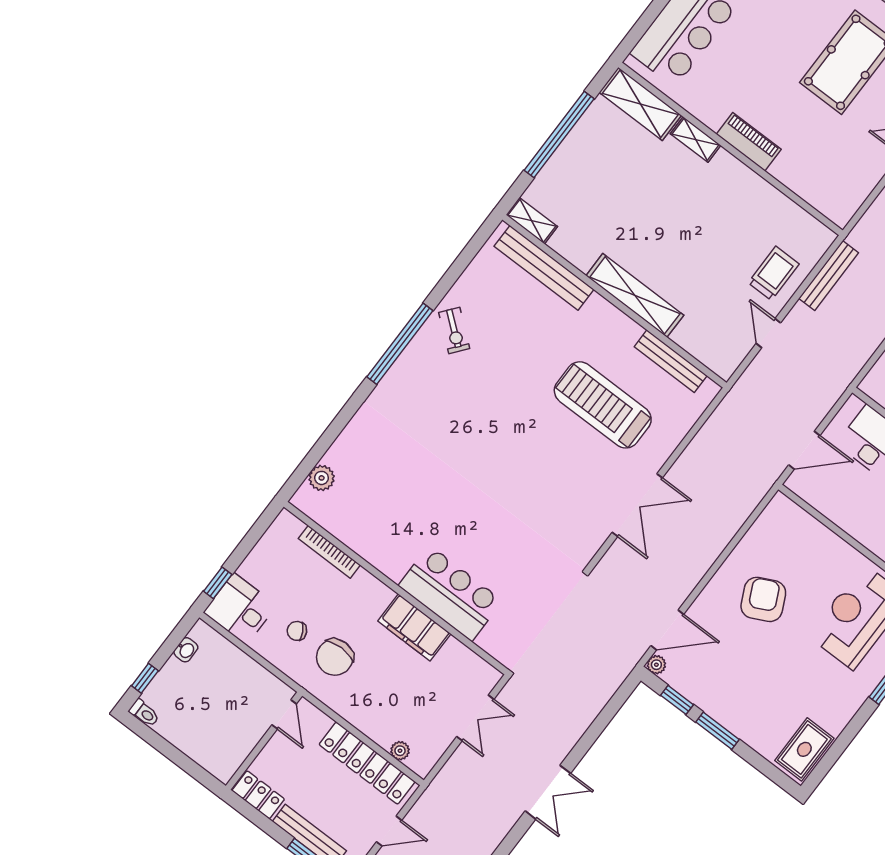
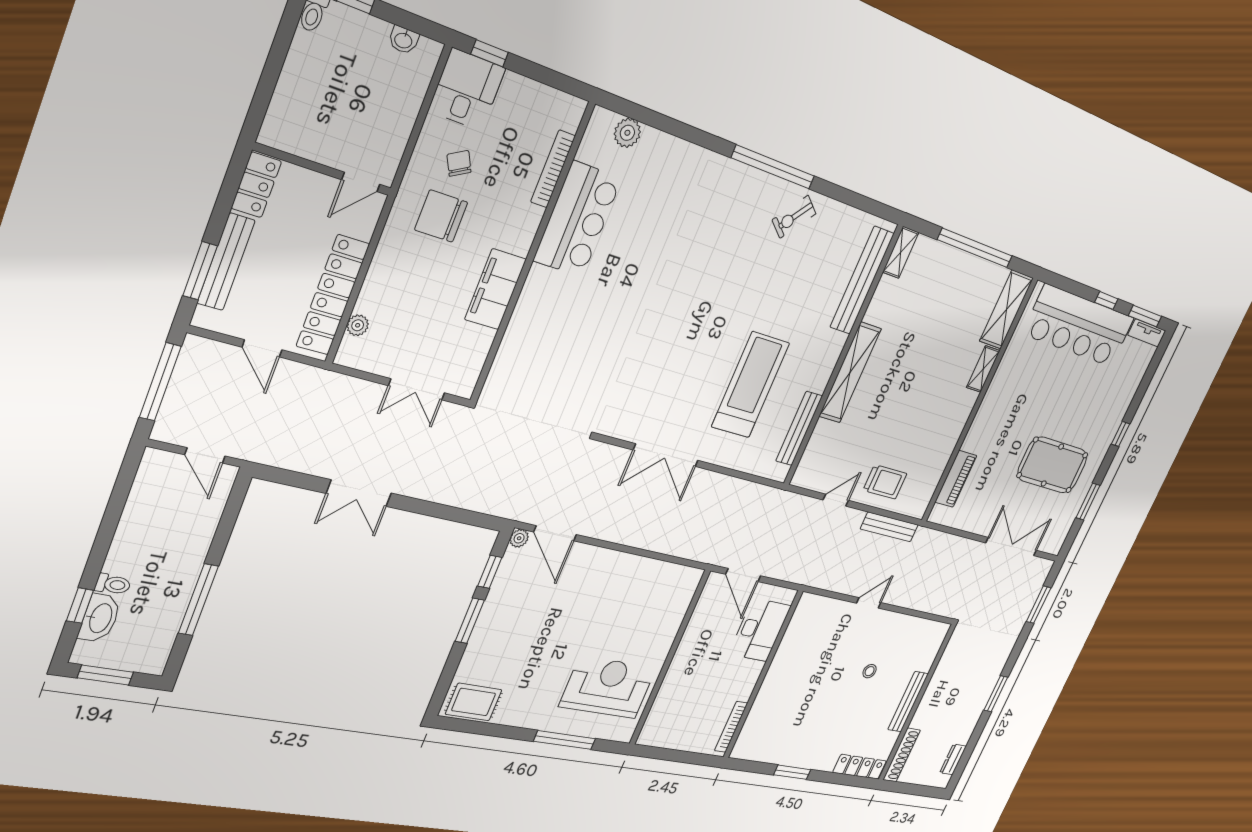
piano: (749, 142) -> (956, 479), moved
bar counter: (450, 593) -> (578, 219), moved
armchair: (763, 599) -> (604, 603), removed

